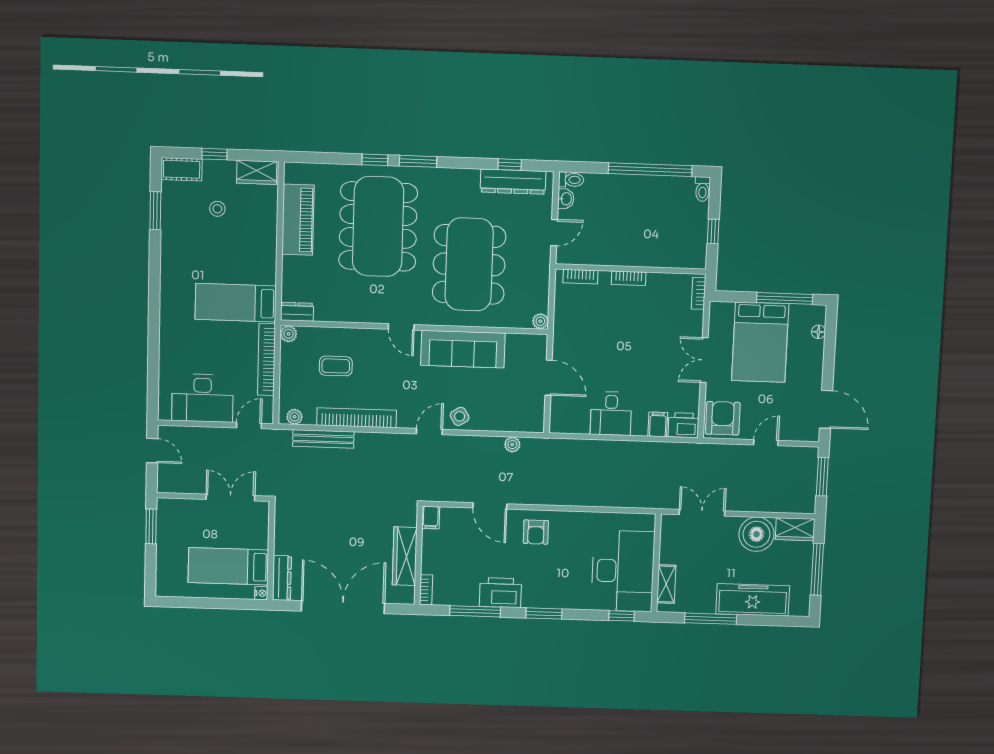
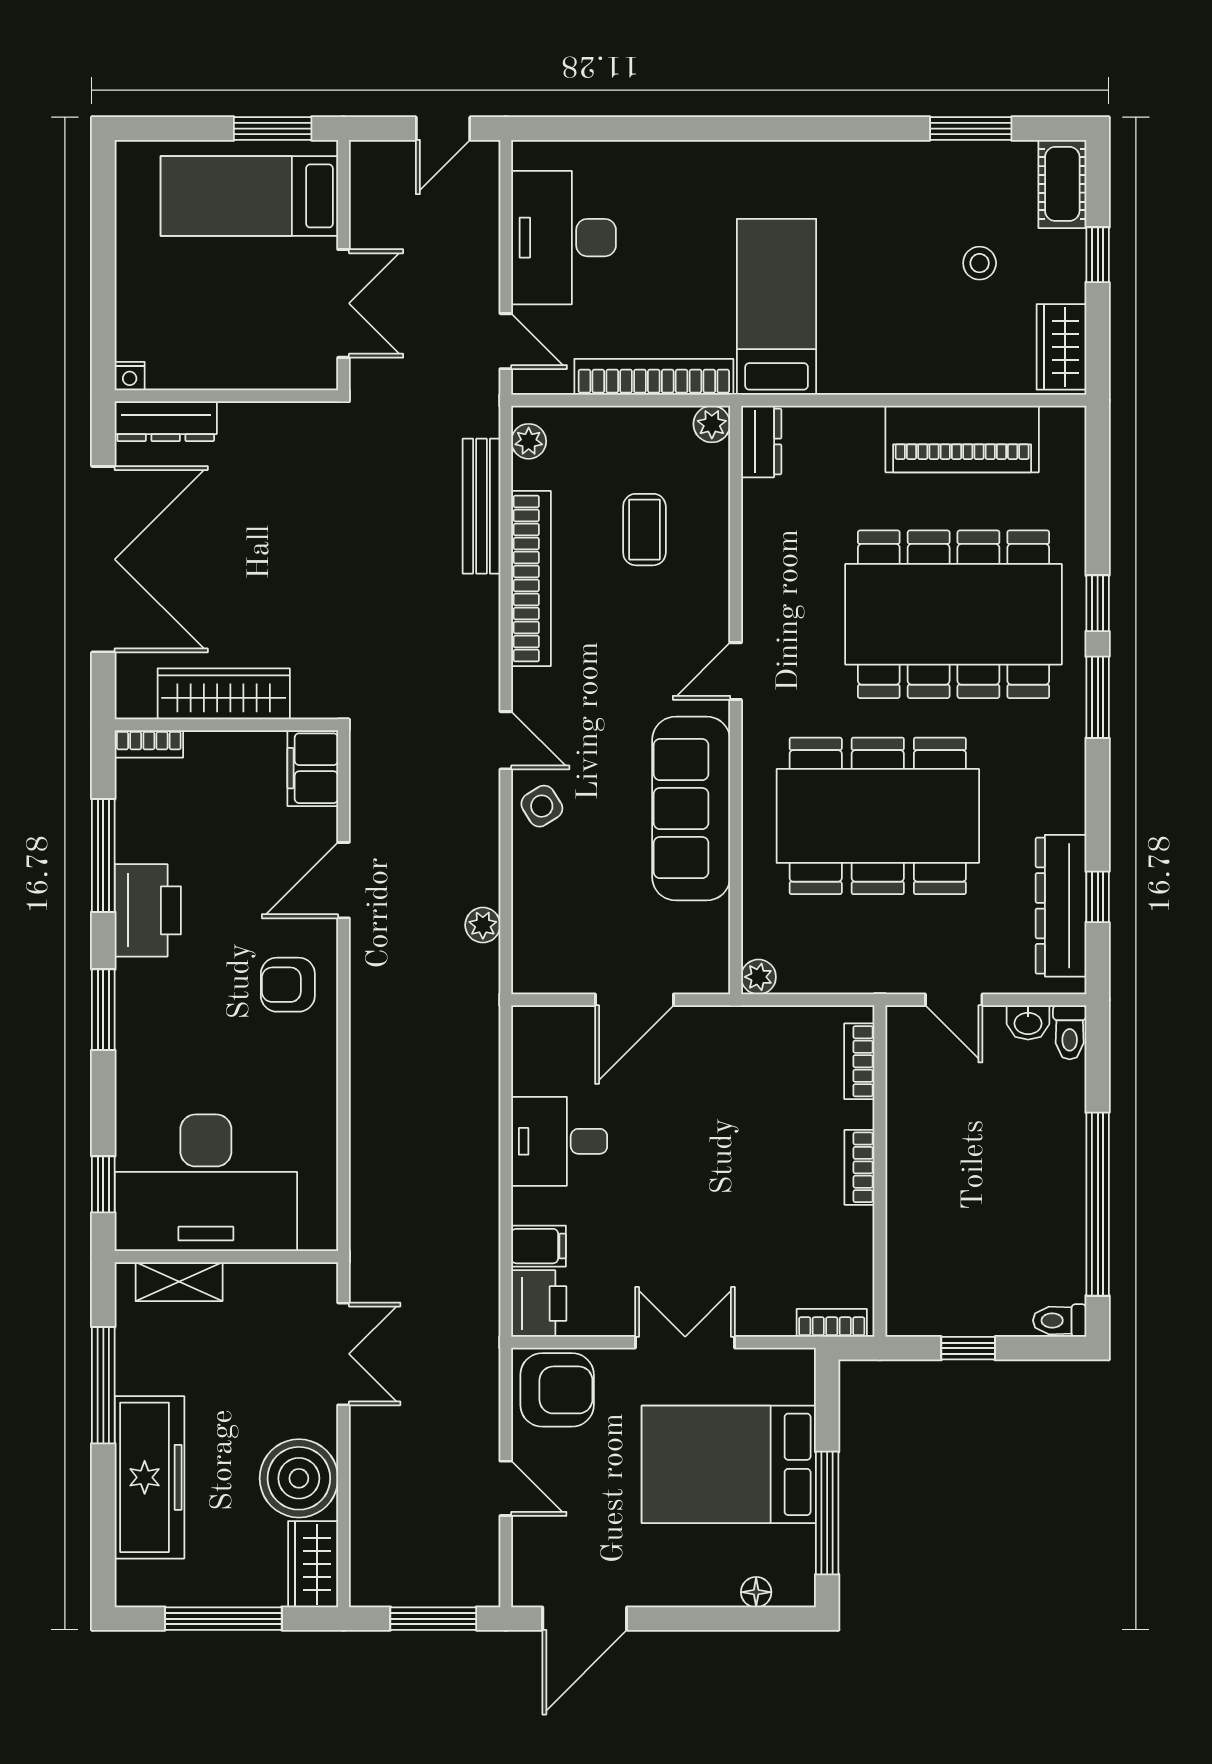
filing cabinet: (431, 518) -> (313, 768), width x2.00
bed: (228, 566) -> (249, 196), moved, turned -90

